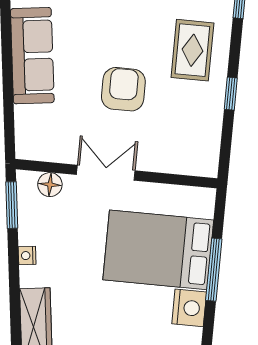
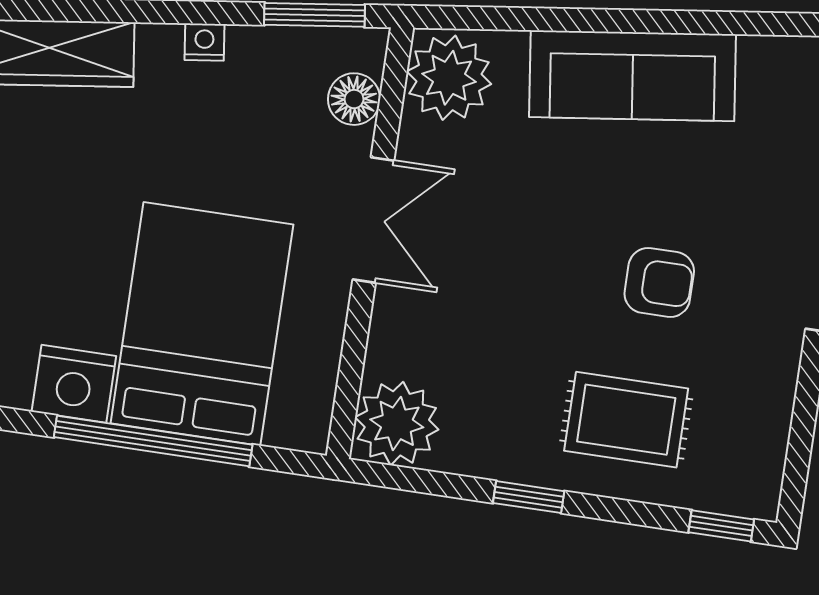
armchair: (123, 89) -> (659, 282), moved, width x0.72, depth x0.72
plant: (38, 141) -> (449, 78), added
plant: (200, 157) -> (397, 423), added
window: (214, 270) -> (153, 441), width x1.46

